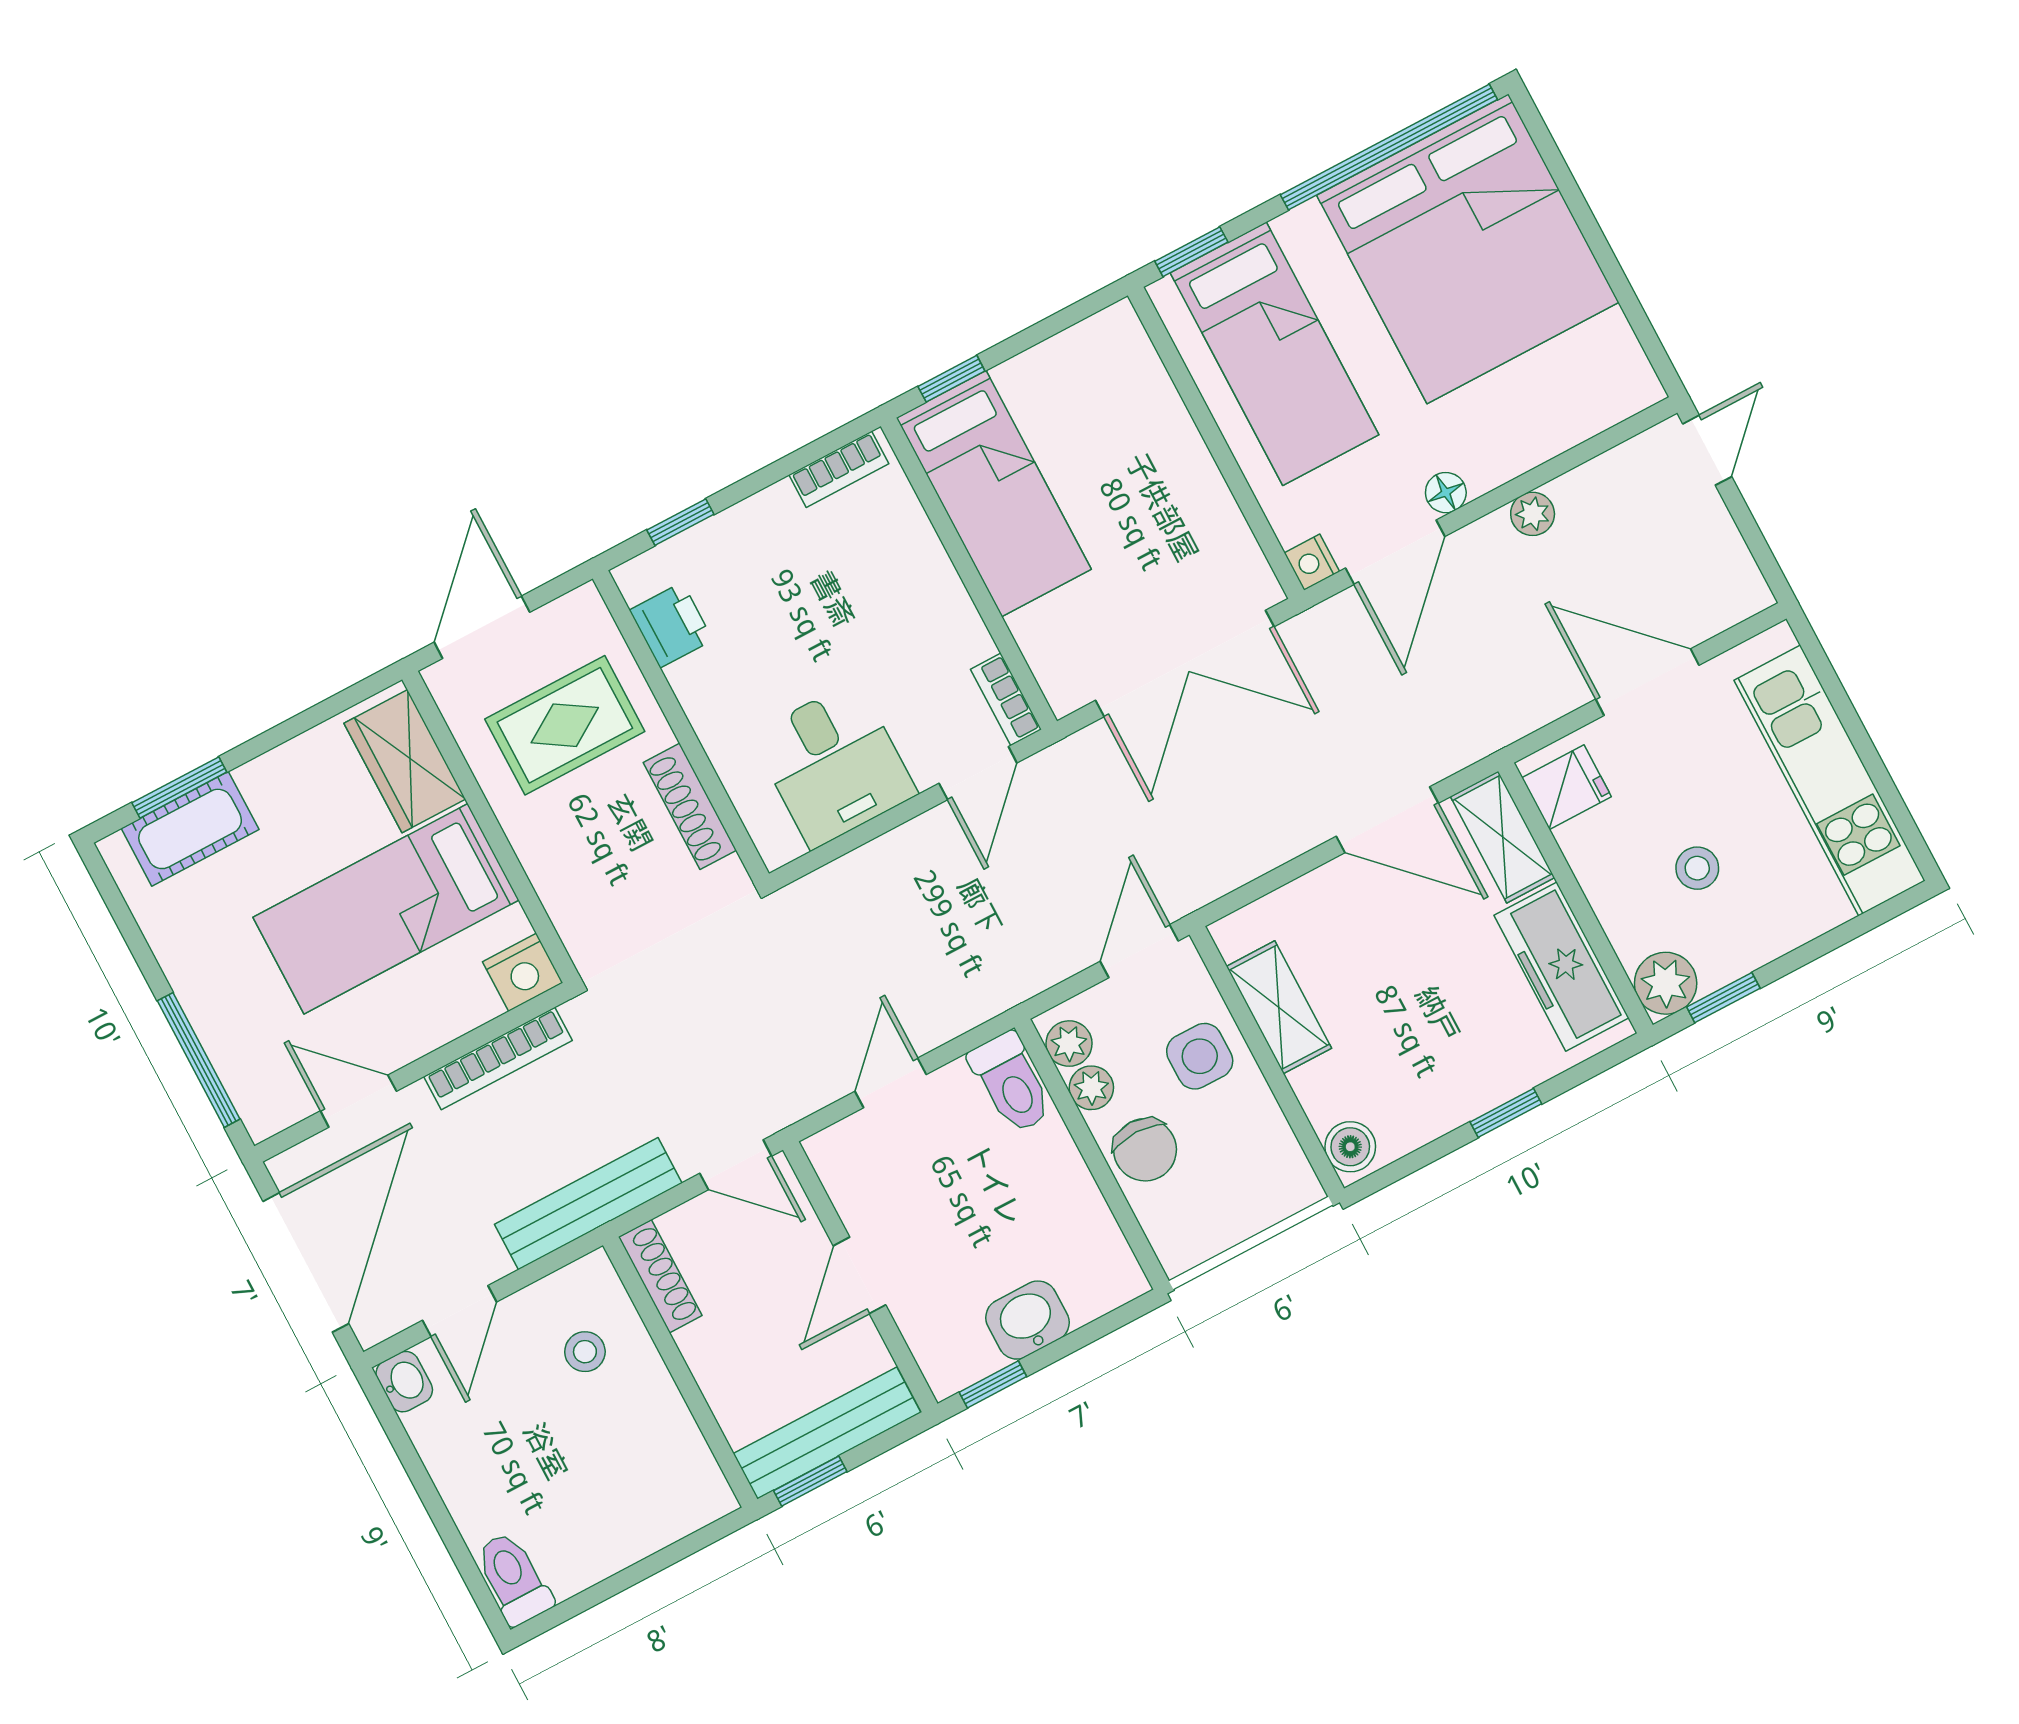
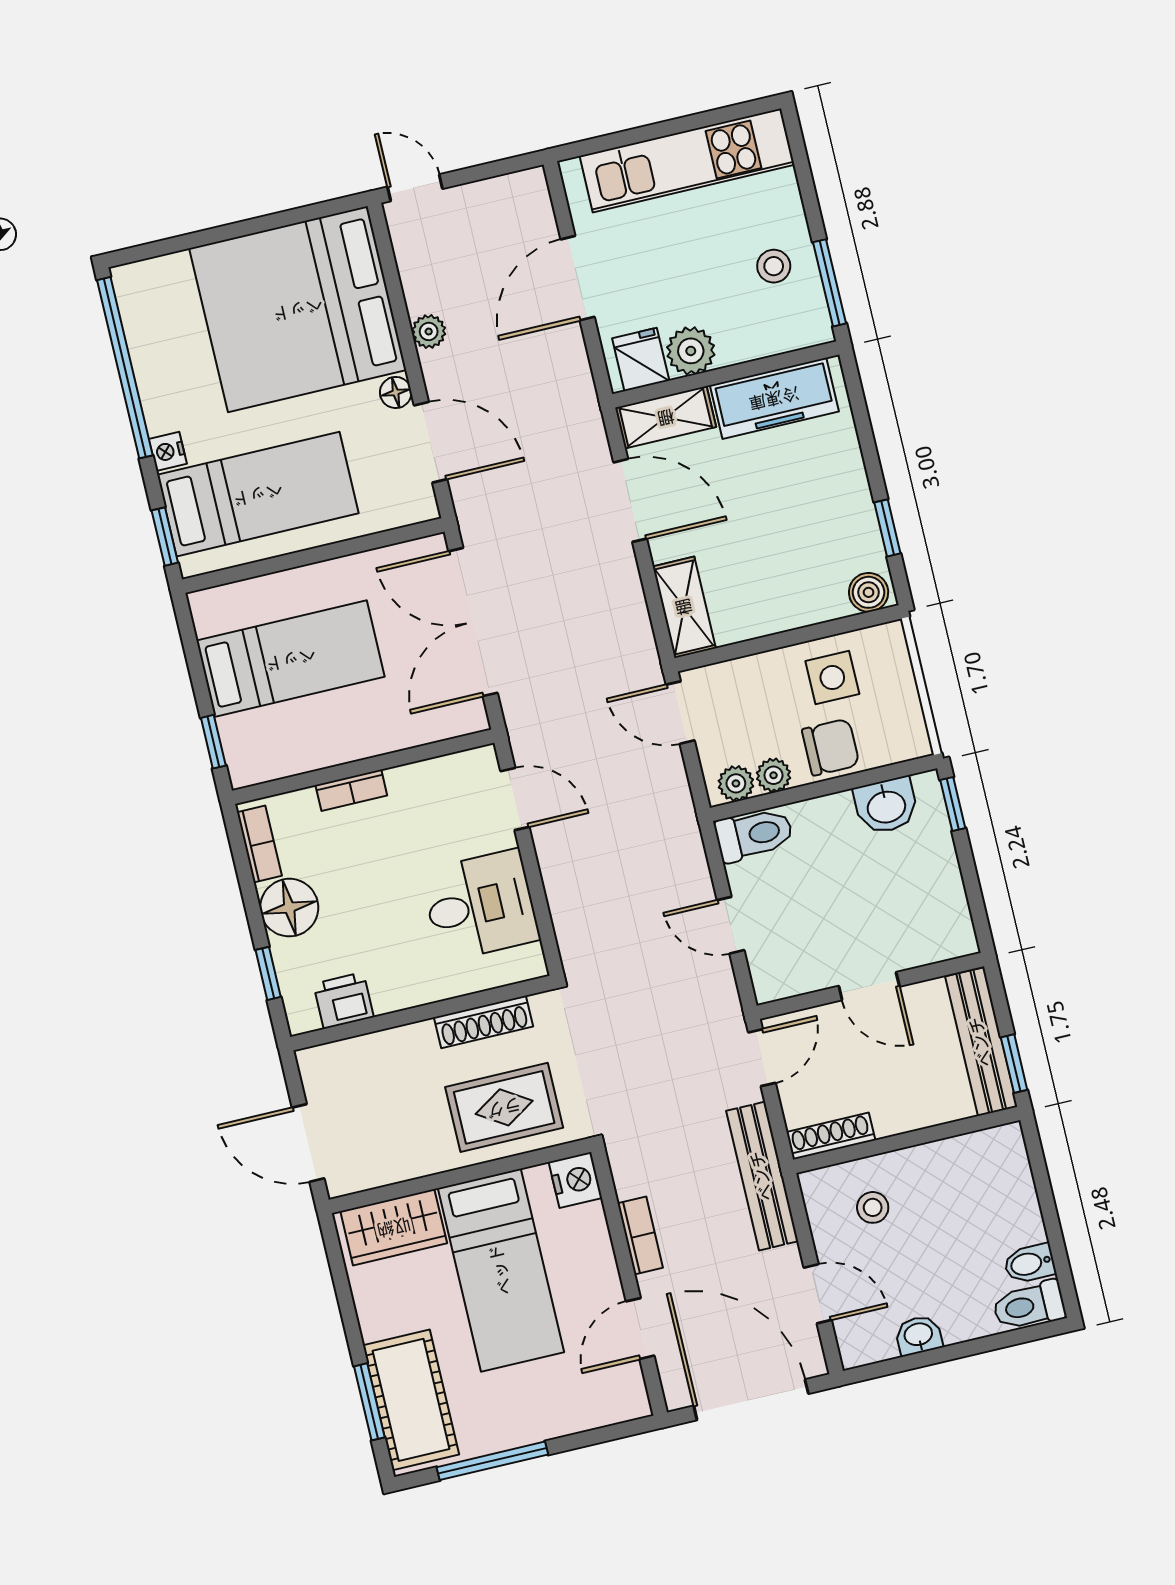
bed: (1468, 249) -> (298, 309), moved, turned 180
bed: (994, 494) -> (291, 659), moved
floor lamp: (769, 527) -> (289, 908), added
nightstand: (1312, 562) -> (168, 451), moved, turned 90
double door: (1185, 664) -> (473, 622), swing flipped
bookcase: (1006, 699) -> (351, 790), moved
rug: (565, 725) -> (504, 1107), moved, turned 90
door: (1387, 820) -> (630, 500), hinge flipped
cot: (190, 829) -> (411, 1400), width x1.37, depth x1.34
stool: (1697, 868) -> (774, 266), moved
plant: (1666, 983) -> (691, 351), moved
window: (1723, 998) -> (830, 283), width x1.50
shelving: (1279, 1007) -> (684, 607), moved, turned 90
side table: (1200, 1056) -> (832, 678), moved
bookcase: (498, 1058) -> (640, 1236), width x0.64
window: (199, 1060) -> (492, 1461), moved
window: (1506, 1113) -> (887, 528), moved
washbasin: (1027, 1320) -> (886, 806), moved, turned -90
washbasin: (404, 1382) -> (919, 1335), moved
window: (993, 1384) -> (953, 804), moved
bidet: (566, 1565) -> (1030, 1263), added

